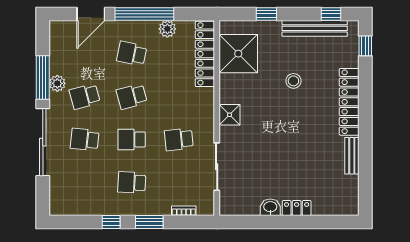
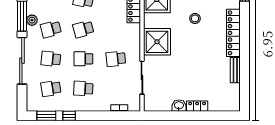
shower: (229, 115) -> (157, 42), width x1.86, depth x1.86
school desk: (85, 182) -> (51, 88), added
window: (149, 222) -> (46, 116), moved

